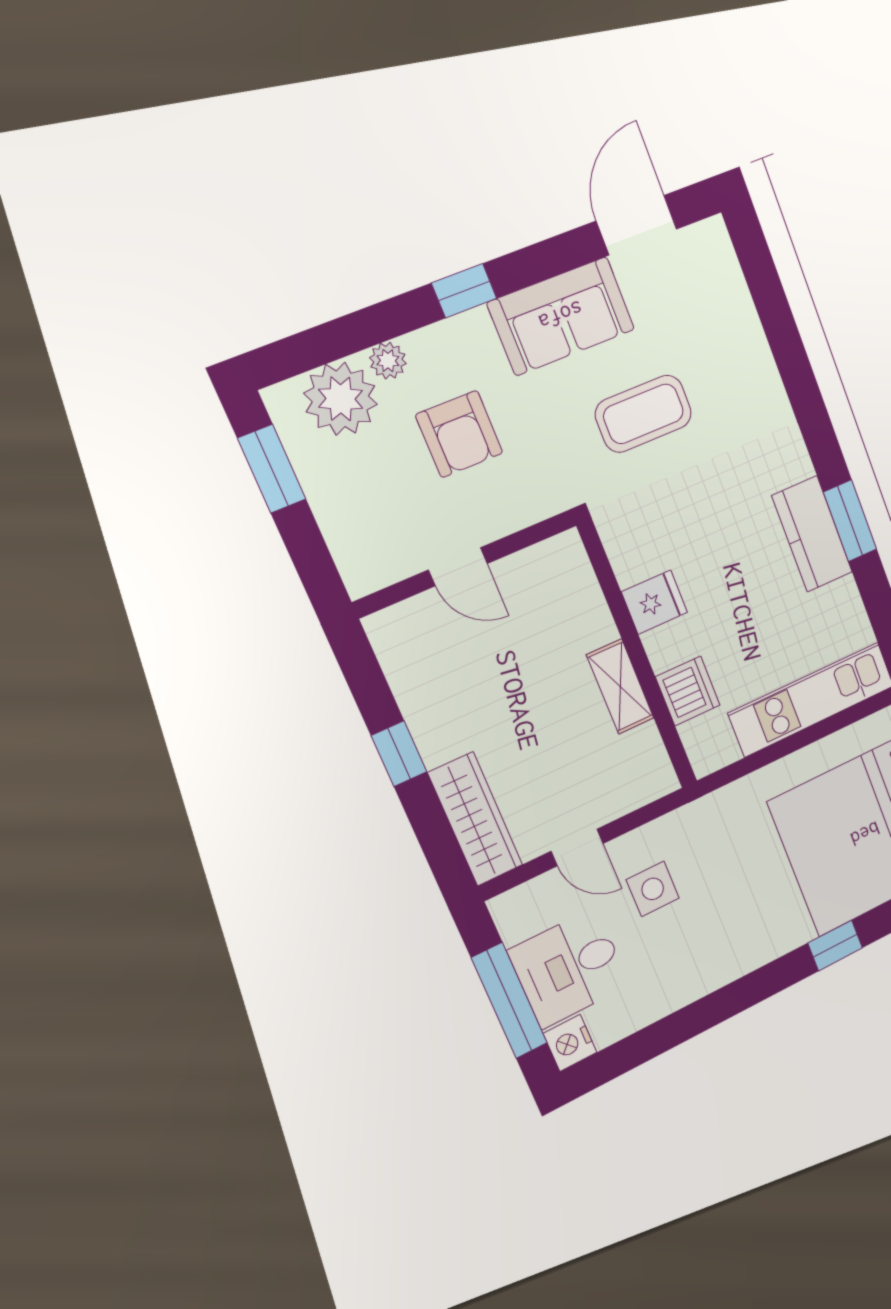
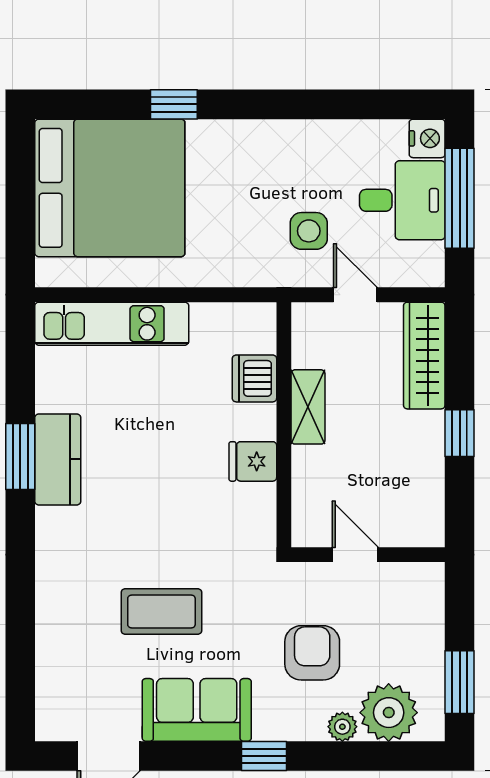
fridge: (654, 602) -> (253, 461), moved
wall: (638, 656) -> (284, 425), moved
shelving: (620, 687) -> (308, 407), moved
dishwasher: (688, 691) -> (254, 378), moved

